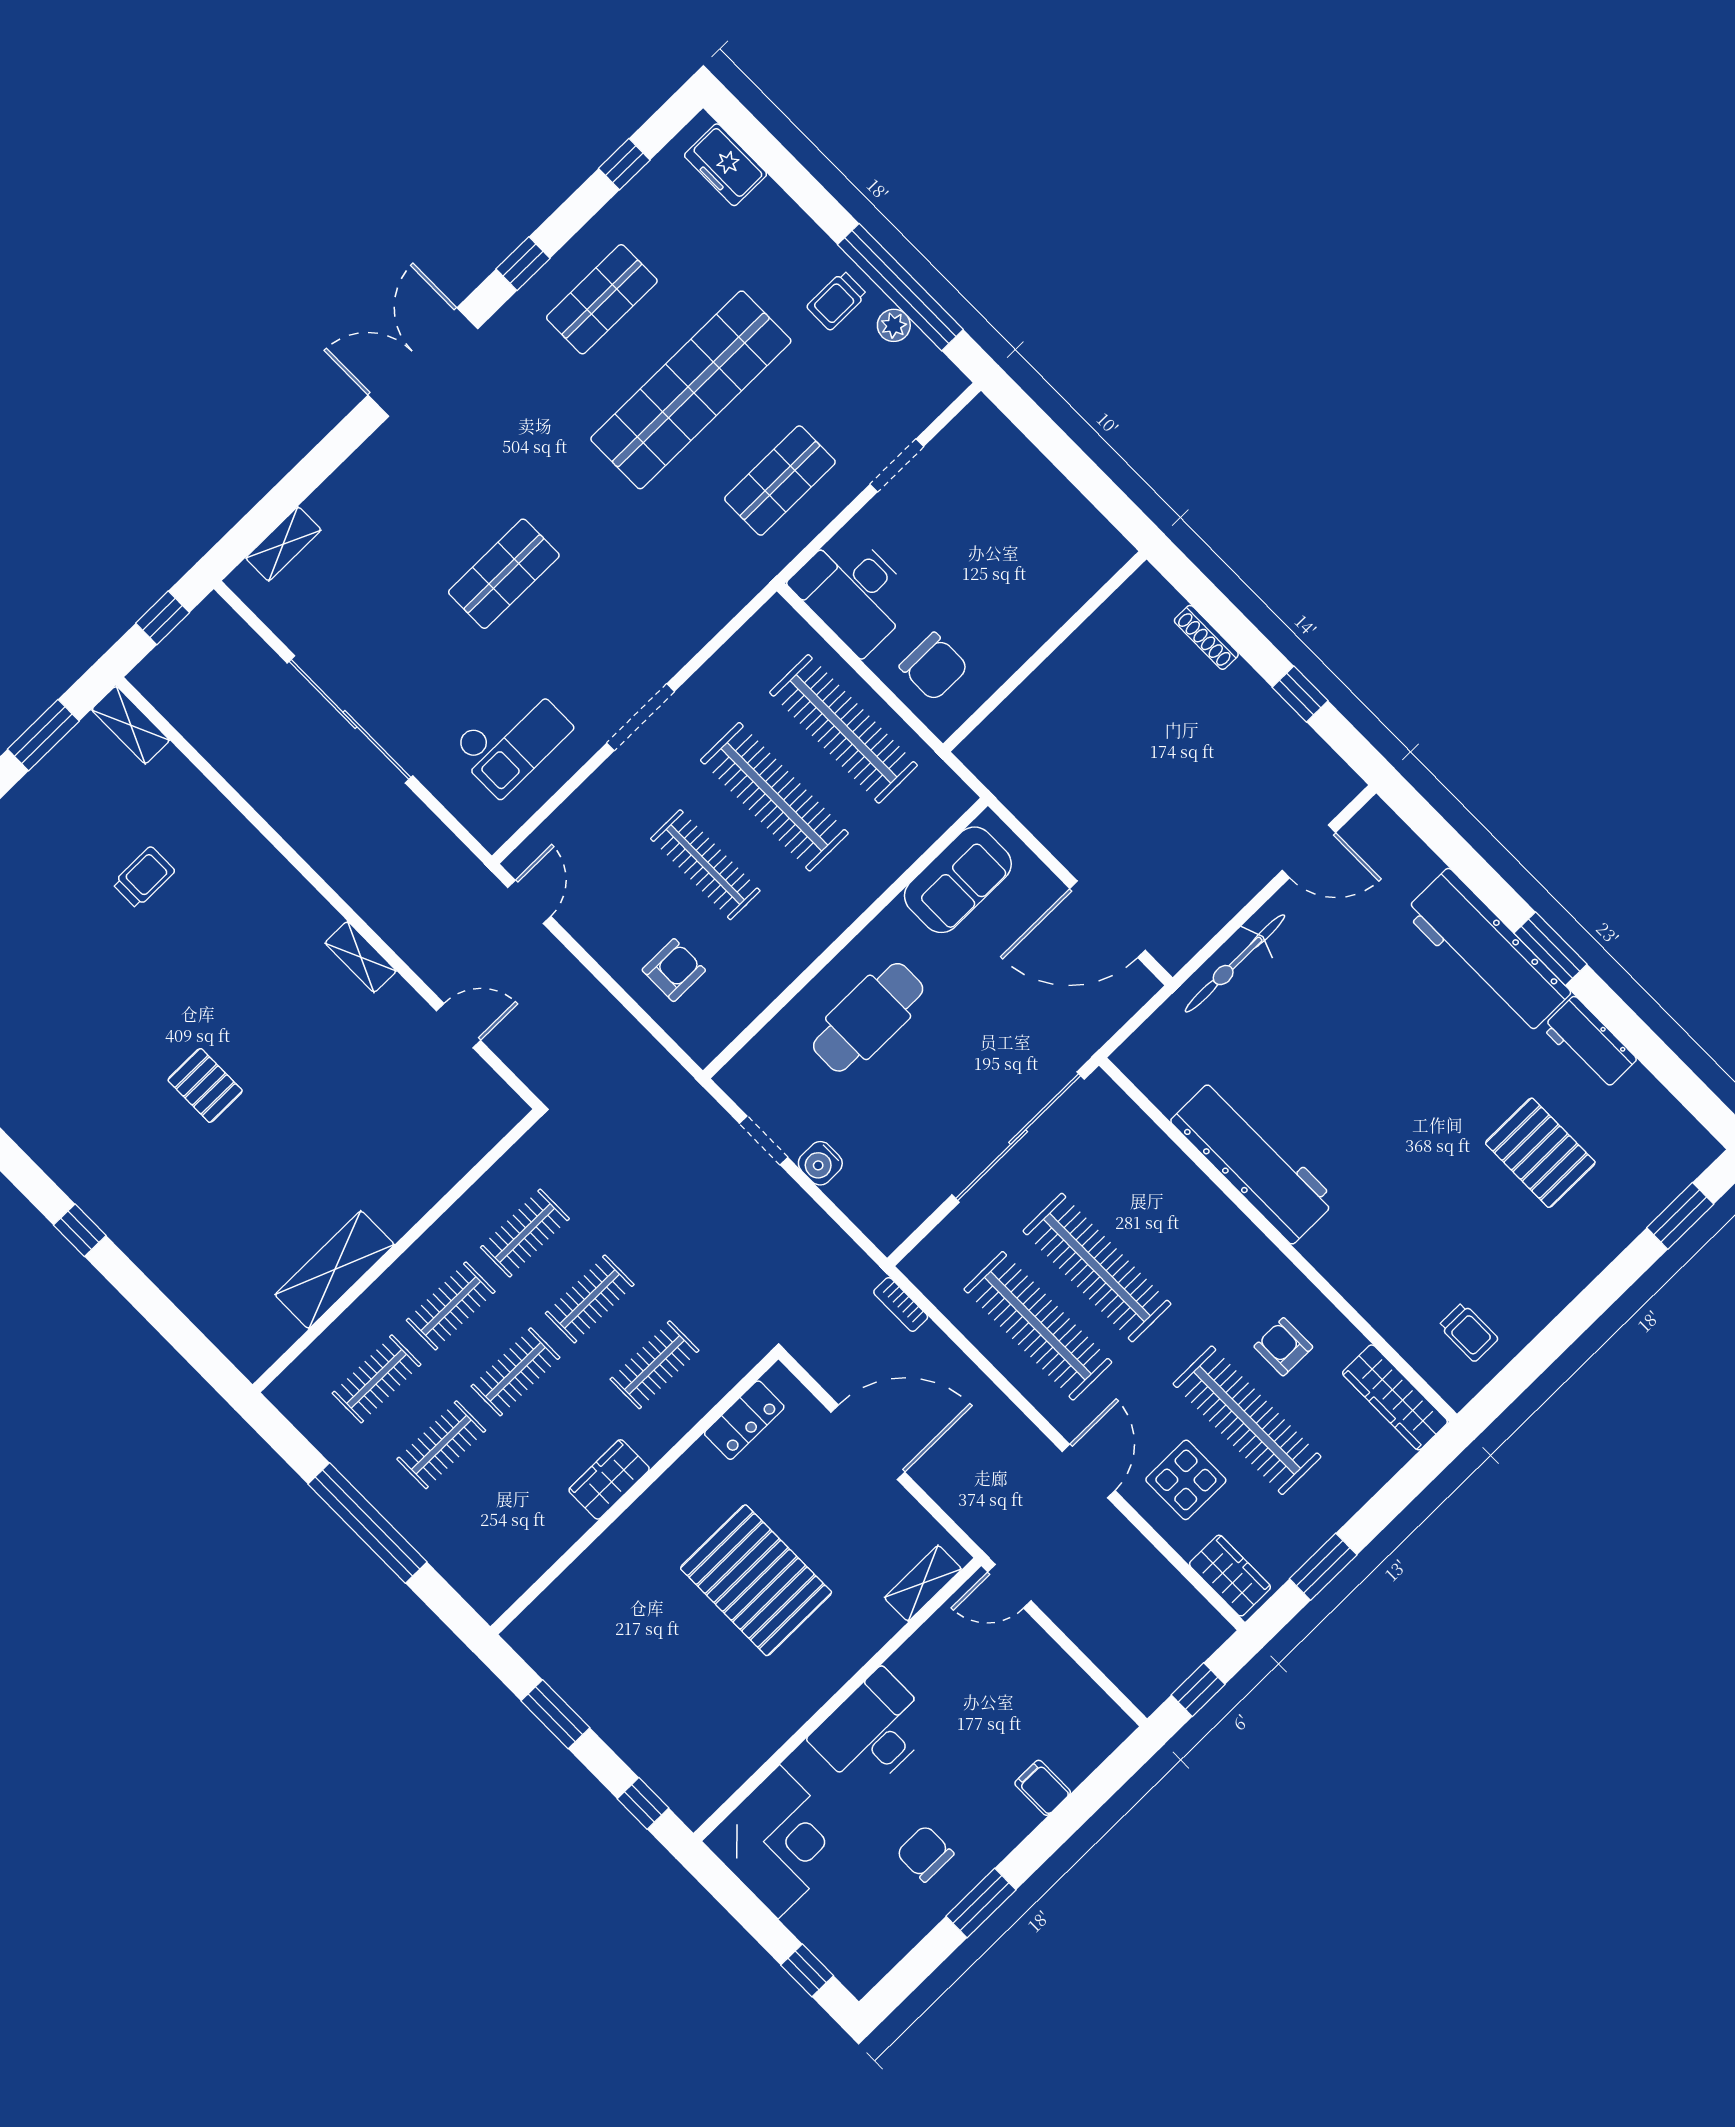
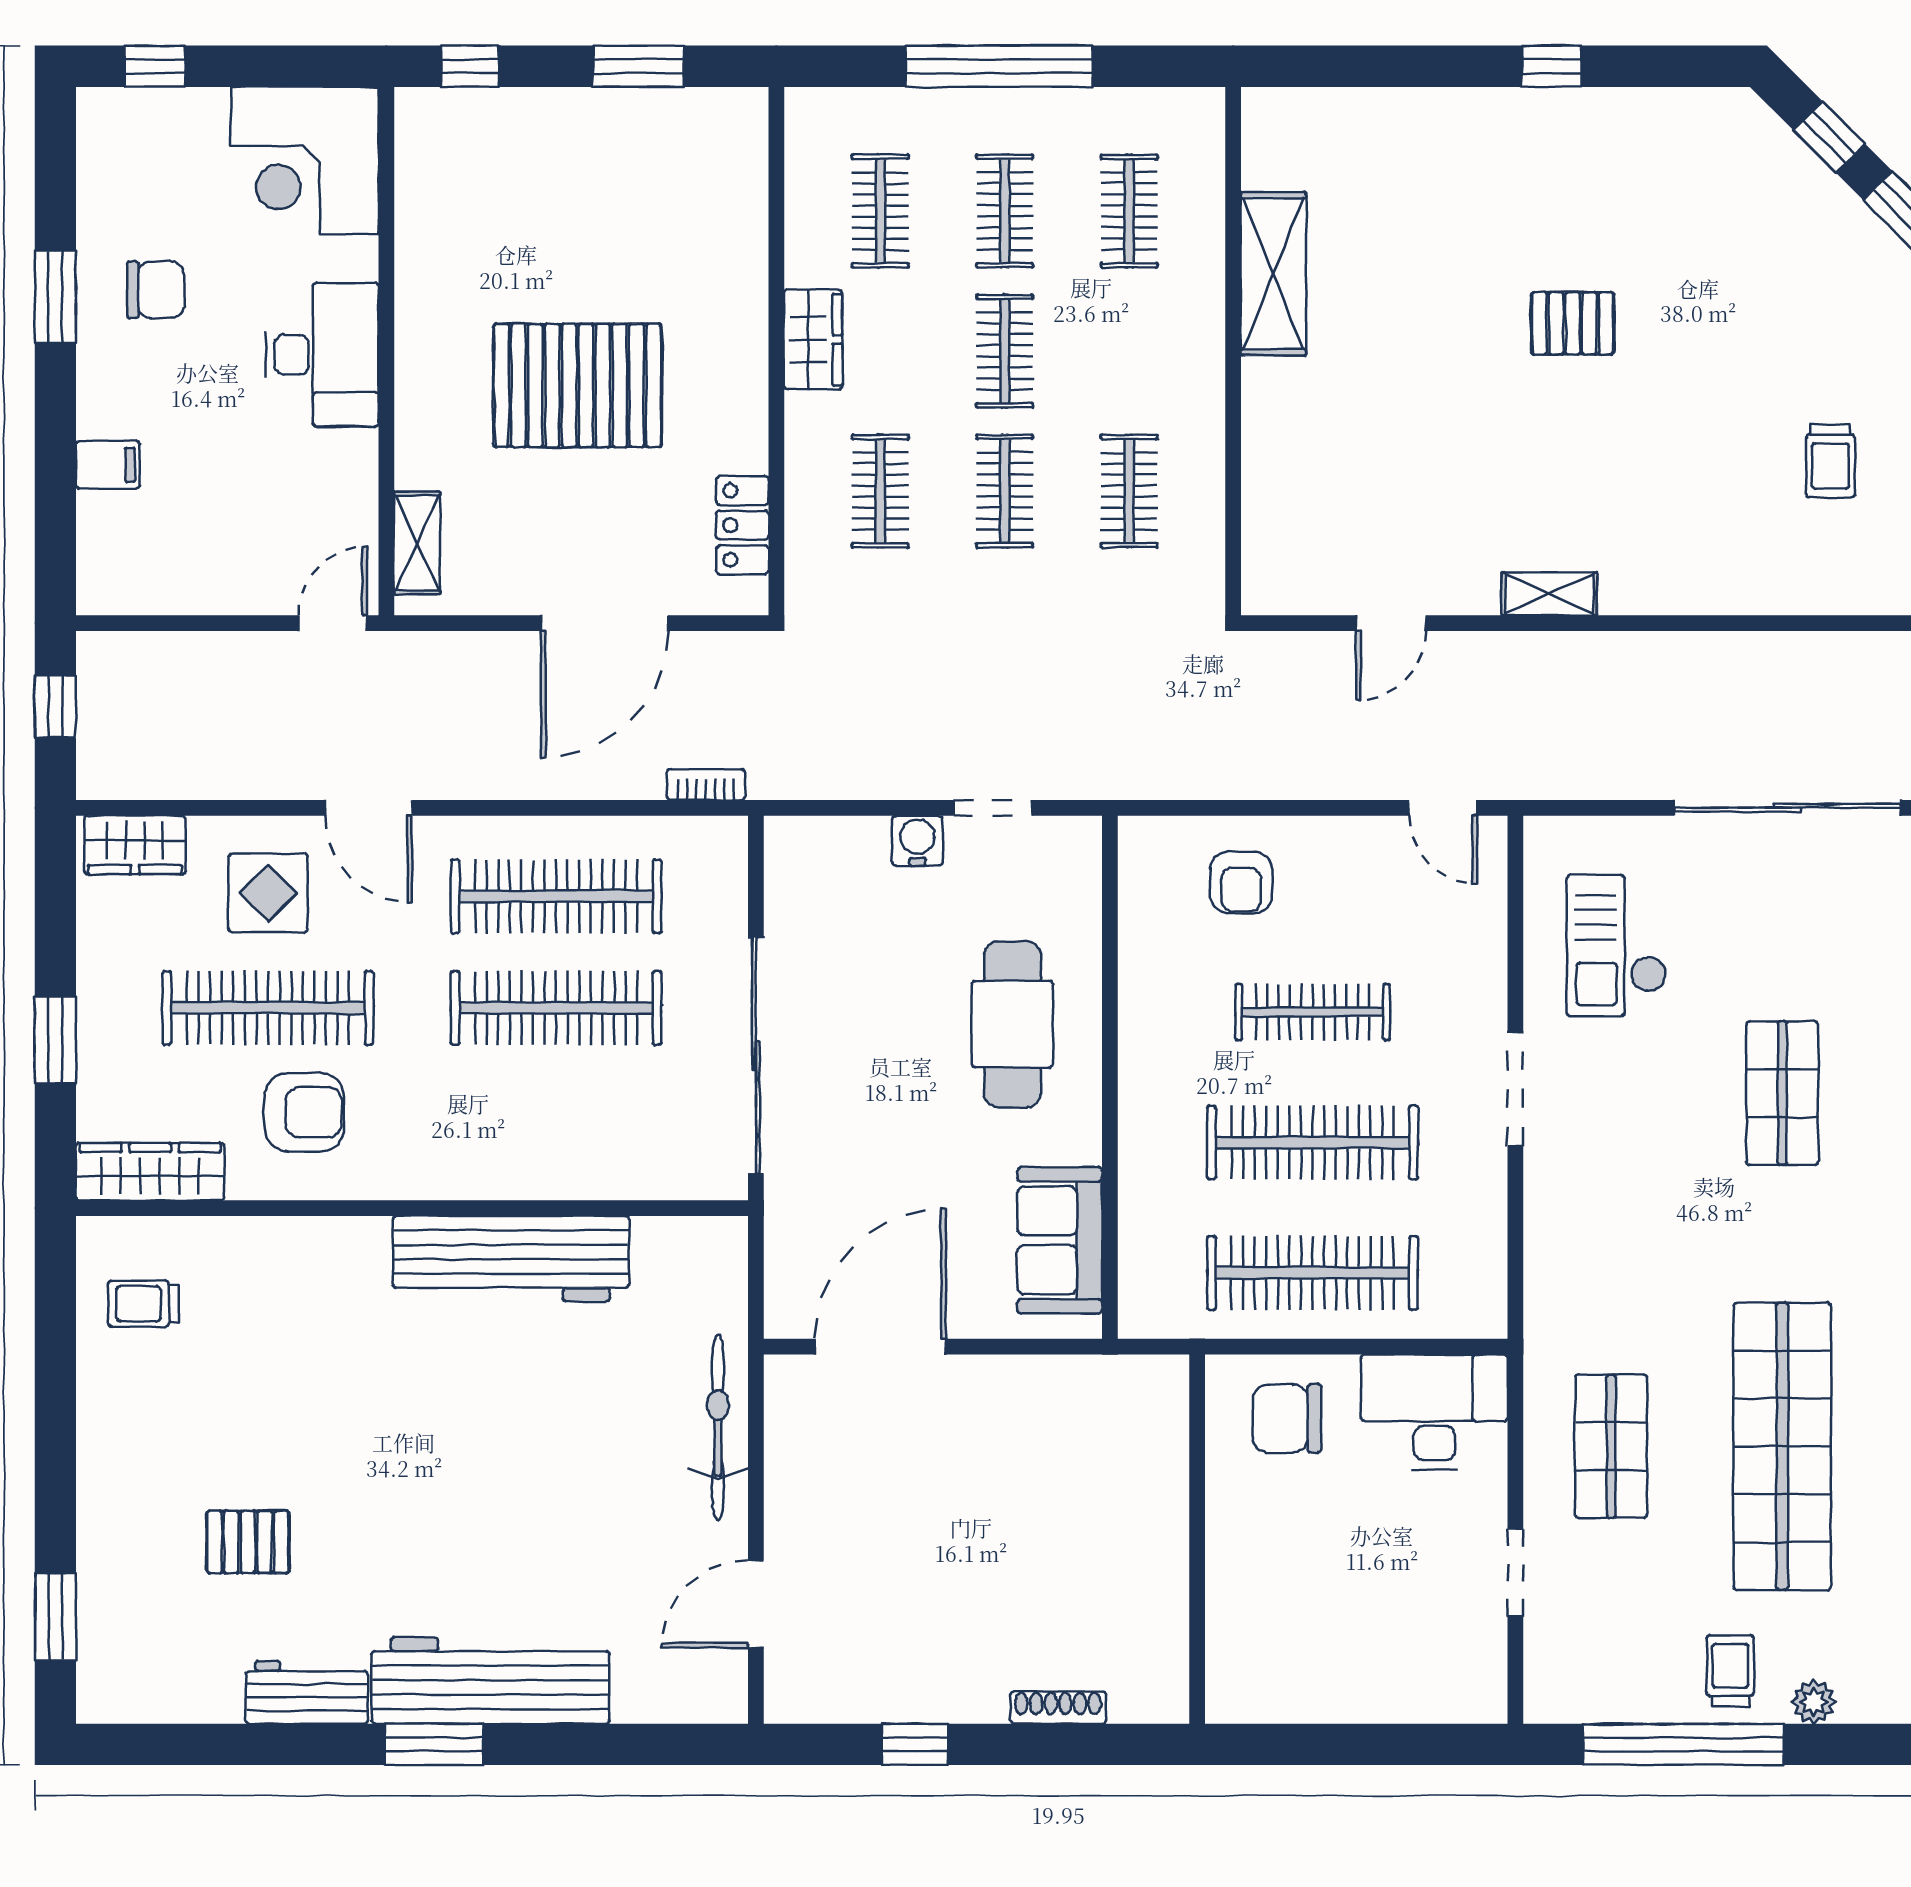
plant: (894, 325) -> (1814, 1702), moved
pallet: (1540, 1153) -> (248, 1542), width x0.67, depth x0.71
clothes rail: (451, 1306) -> (880, 211), moved
armchair: (1283, 1347) -> (304, 1112), width x1.38, depth x1.38
window: (1323, 1567) -> (55, 1040), moved

